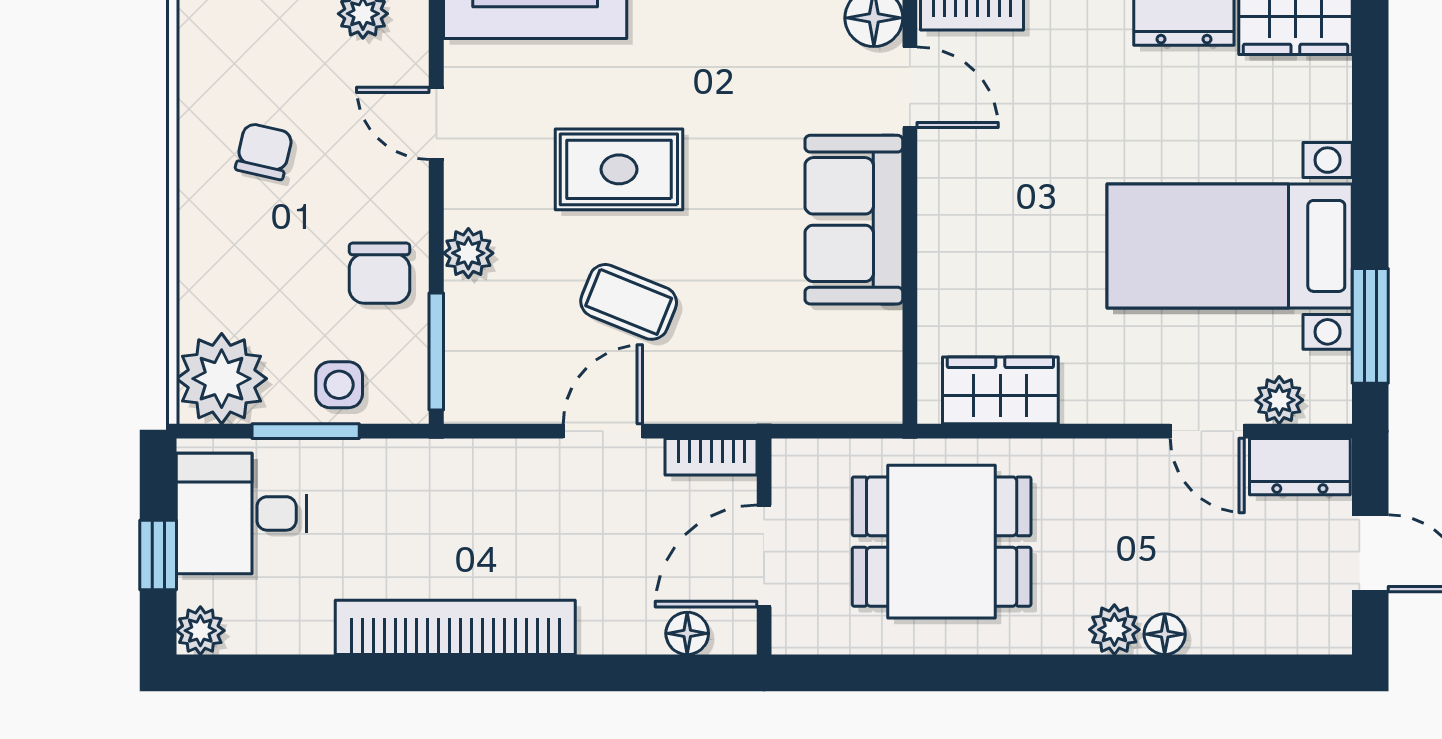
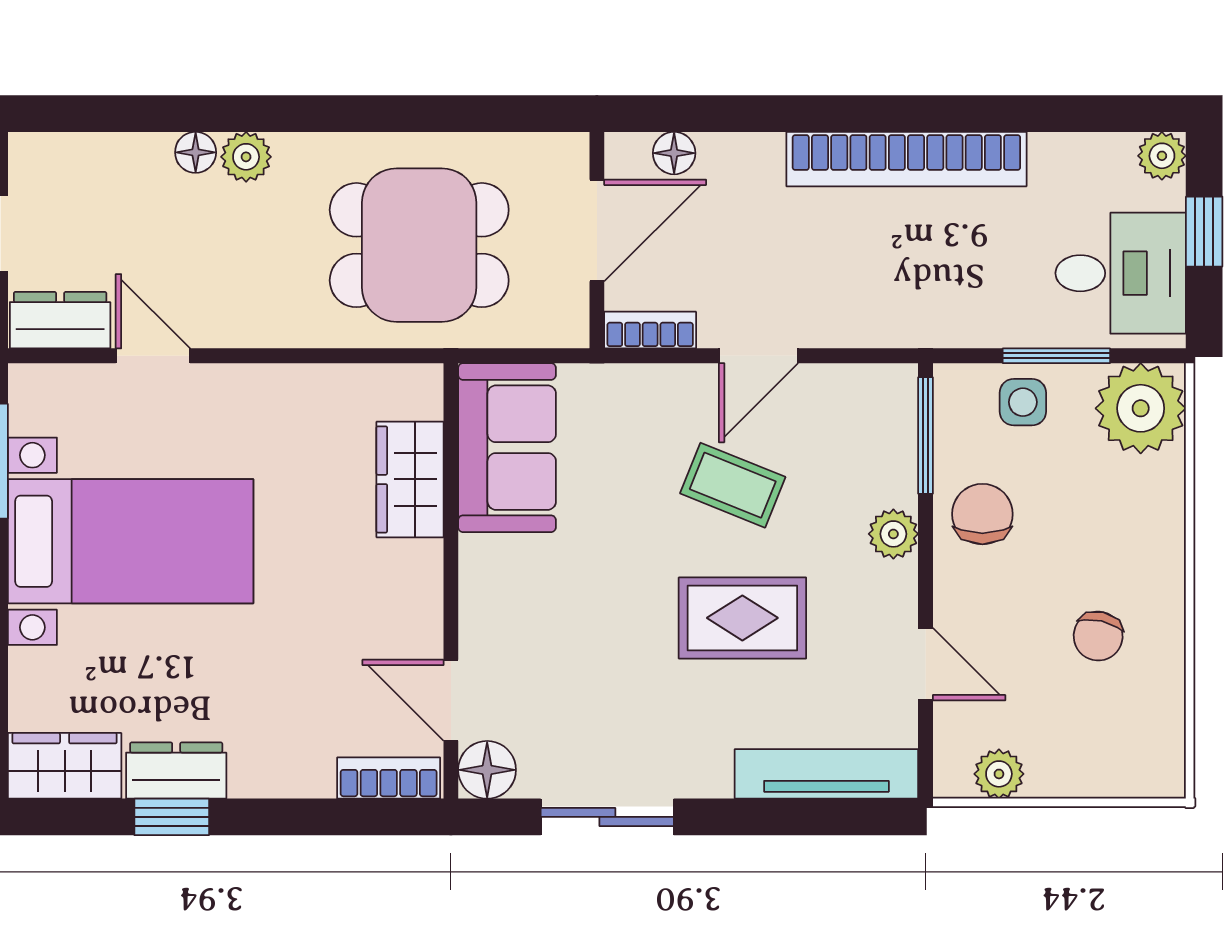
sofa: (854, 220) -> (507, 448), moved
wardrobe: (1000, 390) -> (410, 479), moved, turned 90
plant: (1279, 400) -> (81, 387), removed

